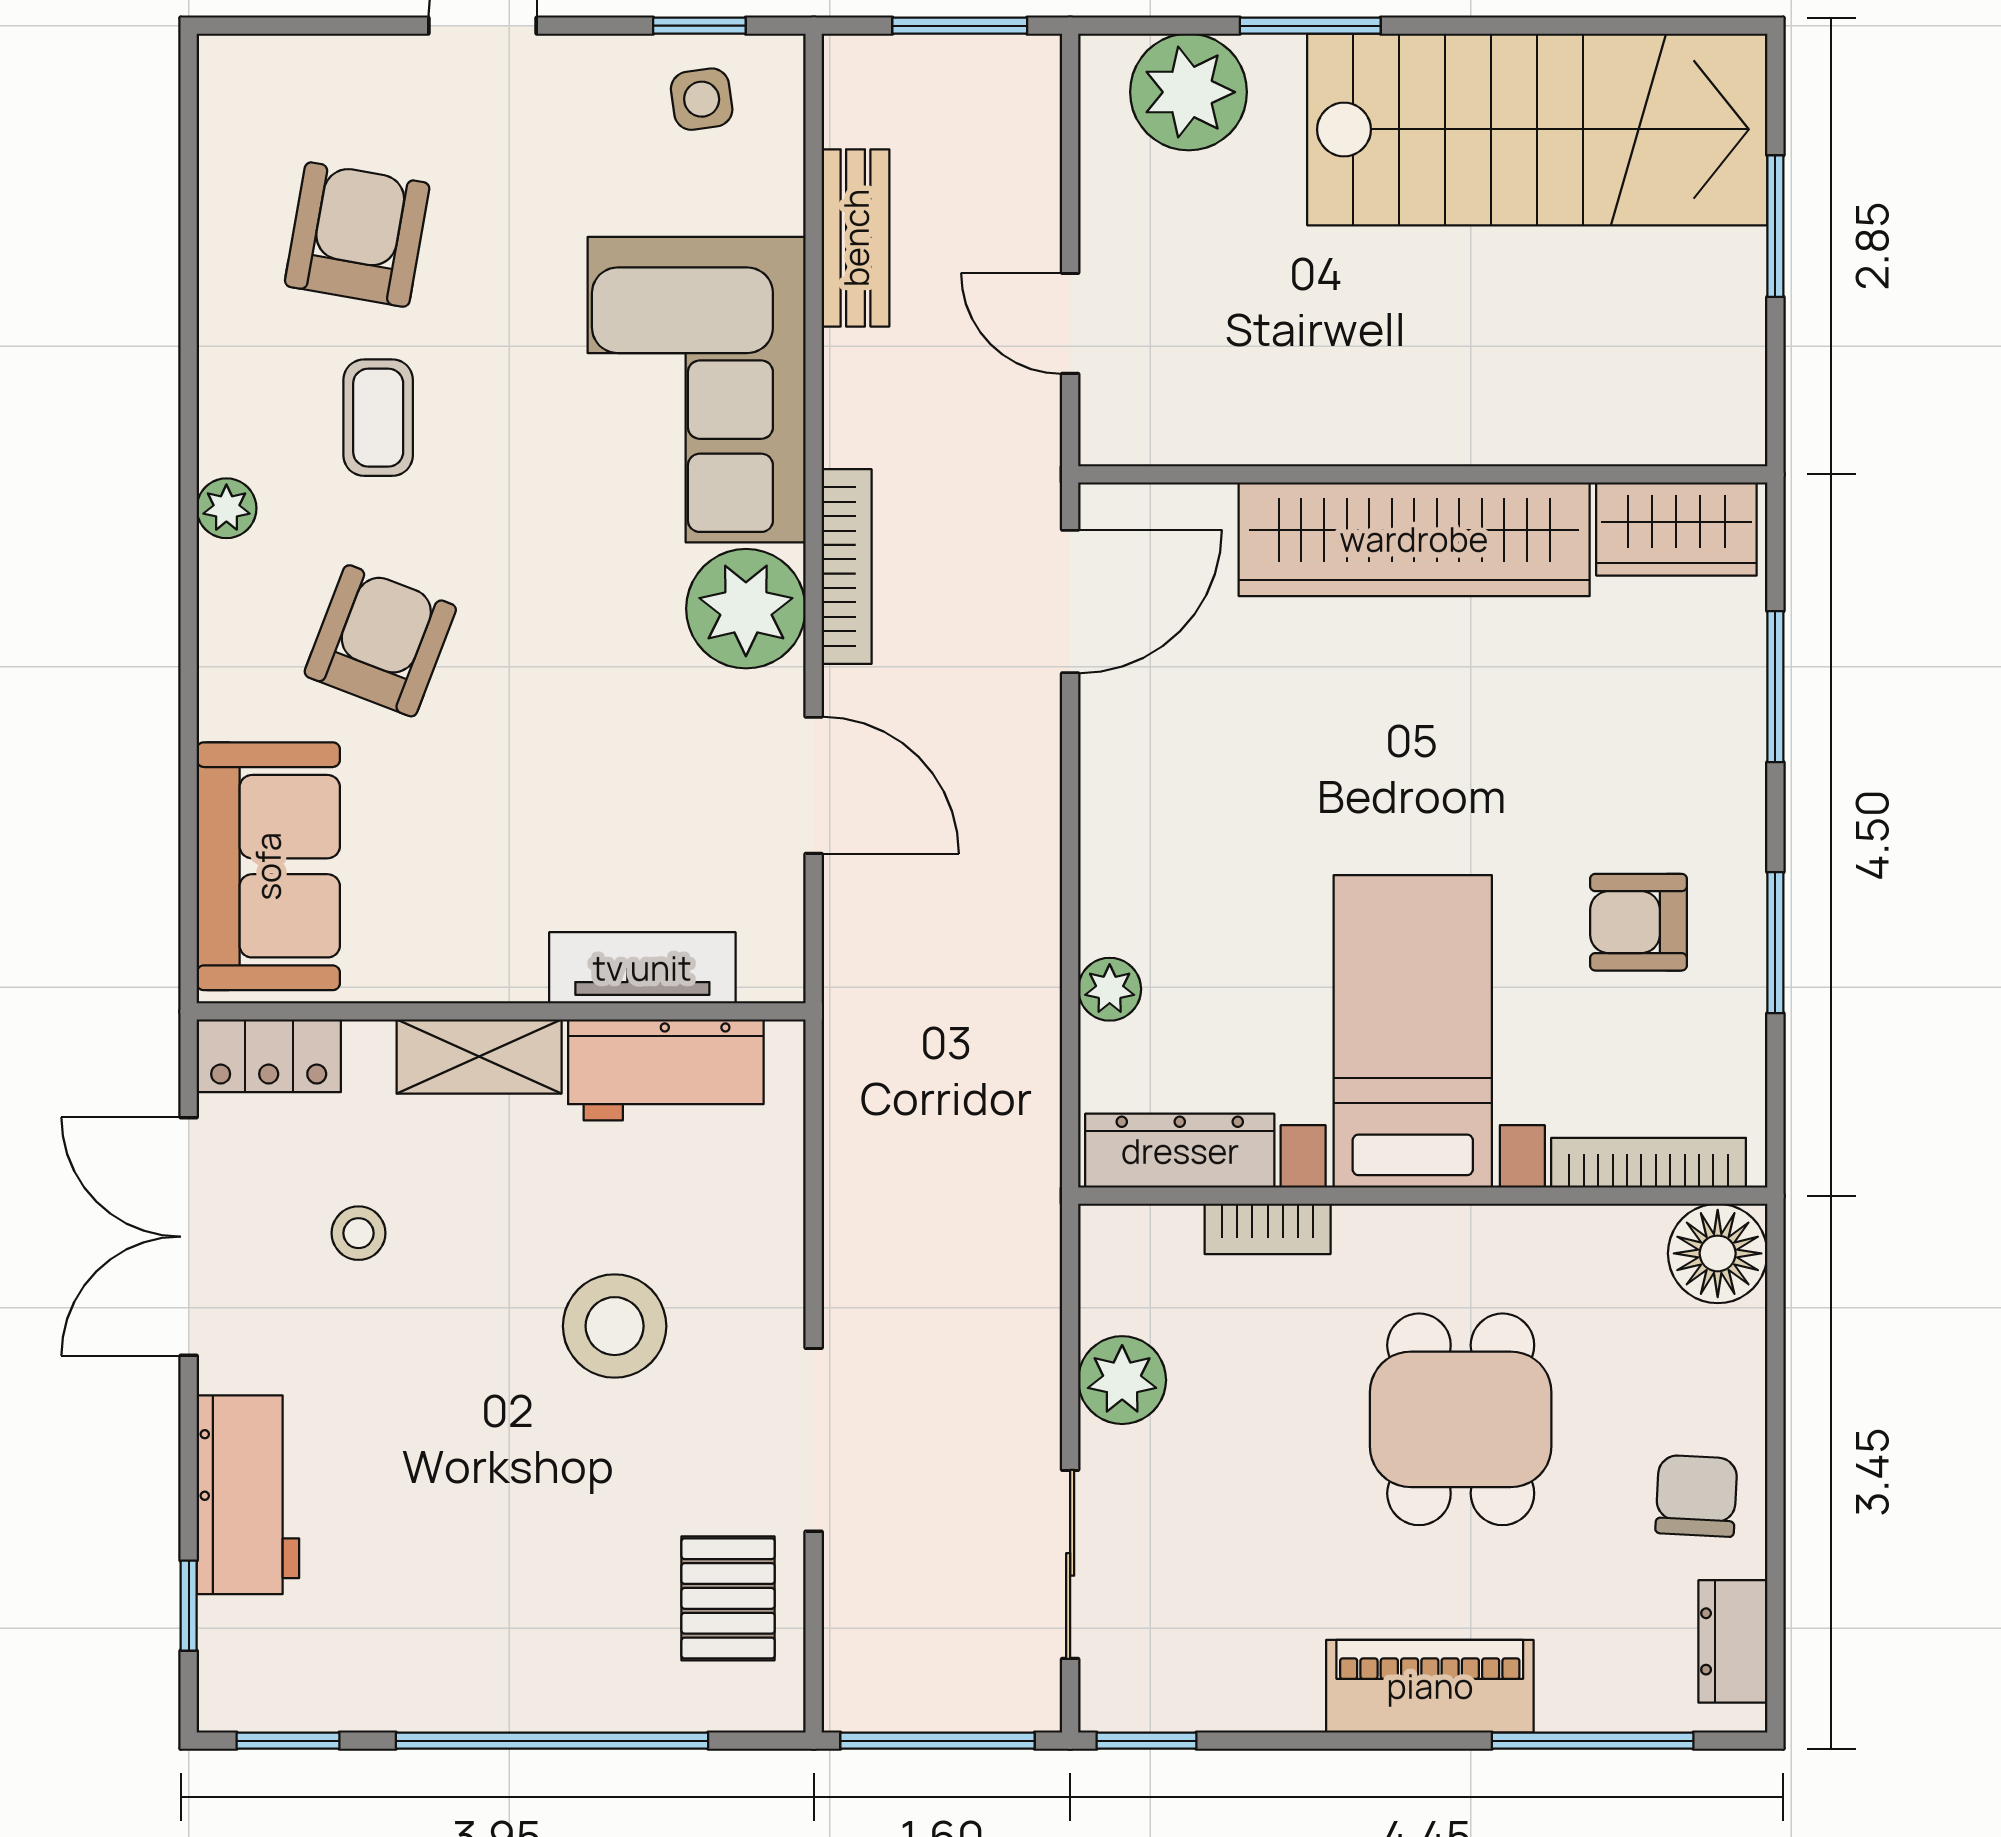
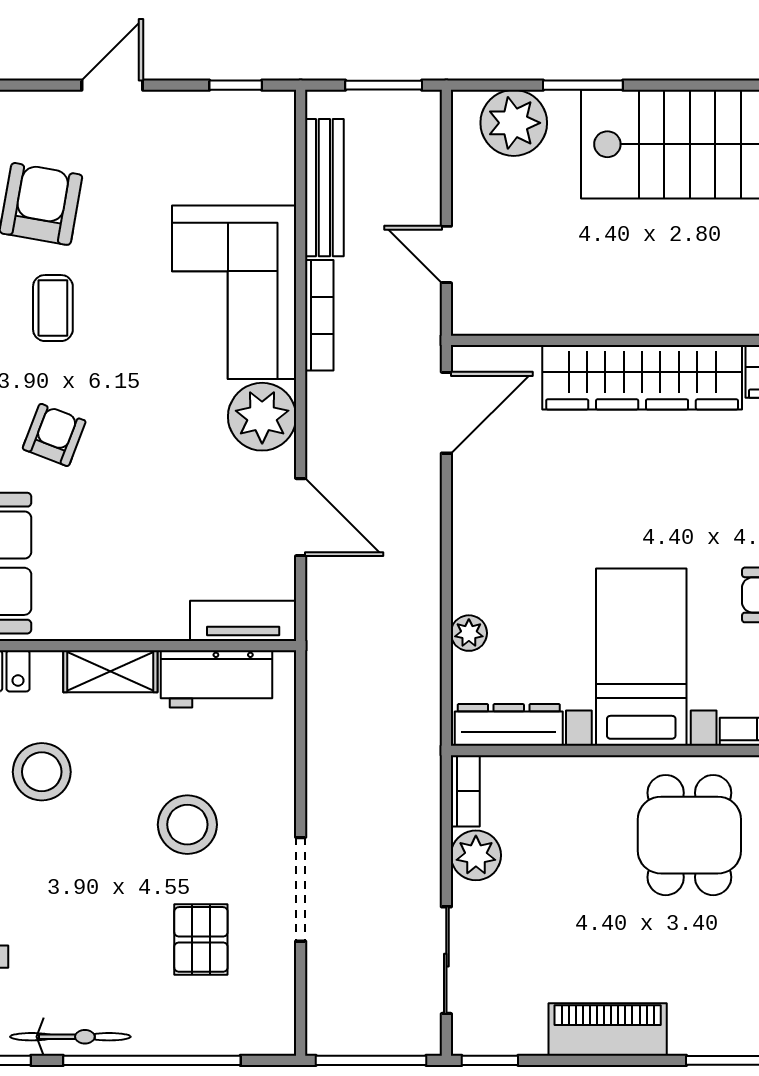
side table: (702, 99) -> (237, 127), removed
bench: (856, 238) -> (324, 188), width x1.36
bookcase: (847, 567) -> (319, 315), moved
armchair: (380, 641) -> (54, 435), width x0.72, depth x0.72
tv unit: (642, 968) -> (243, 621), moved
bookcase: (1268, 1229) -> (465, 791), moved, turned -90
stool: (358, 1233) -> (42, 772), width x1.89, depth x1.89
dining table: (1461, 1419) -> (689, 835), moved
pallet: (728, 1598) -> (201, 939), moved
piano: (1430, 1686) -> (608, 1029), moved
bicycle: (409, 1699) -> (70, 1037), added

